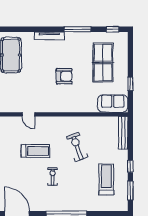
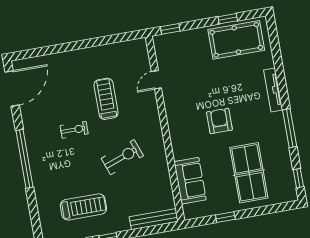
table tennis table: (103, 62) -> (249, 173), turned 90
armchair: (64, 76) -> (219, 121), turned 180
sofa: (113, 104) -> (190, 181), moved
treadmill: (35, 151) -> (106, 99), turned 180

